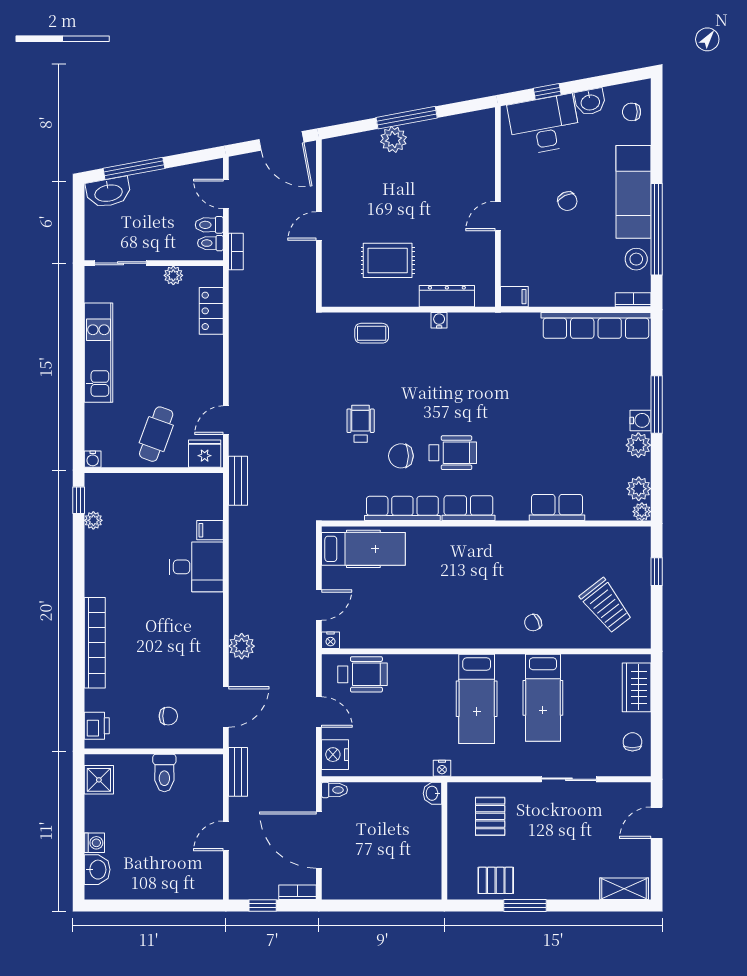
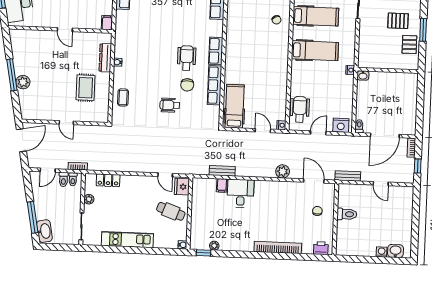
bench: (238, 481) -> (222, 171), moved
shower: (99, 780) -> (349, 248), removed
pallet: (490, 816) -> (398, 21), moved

